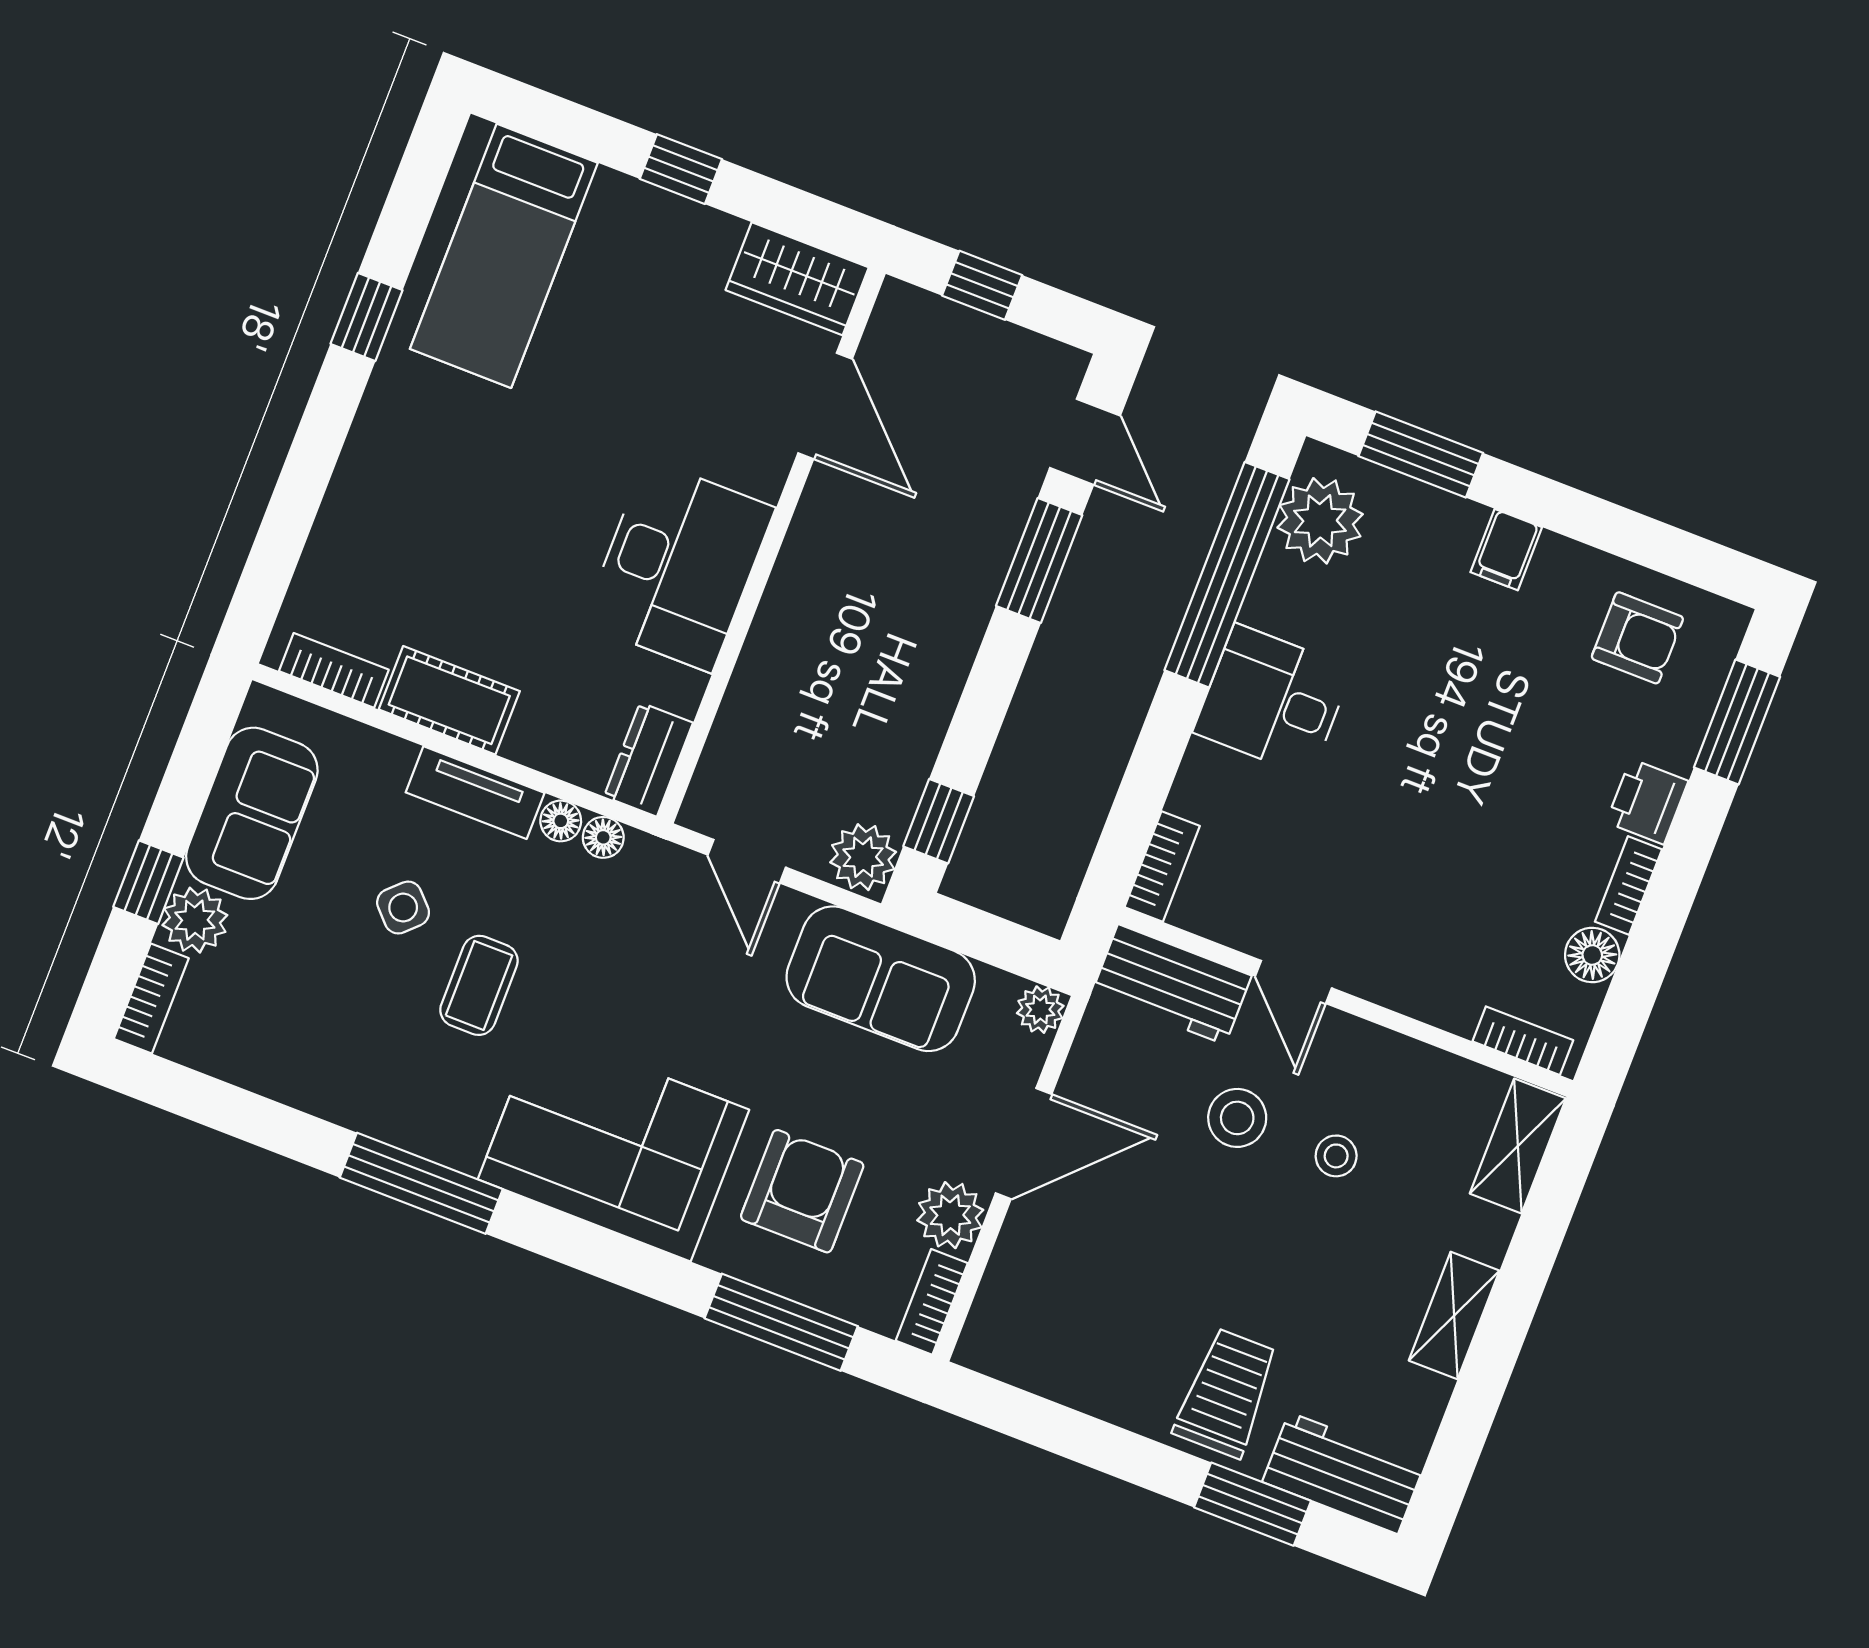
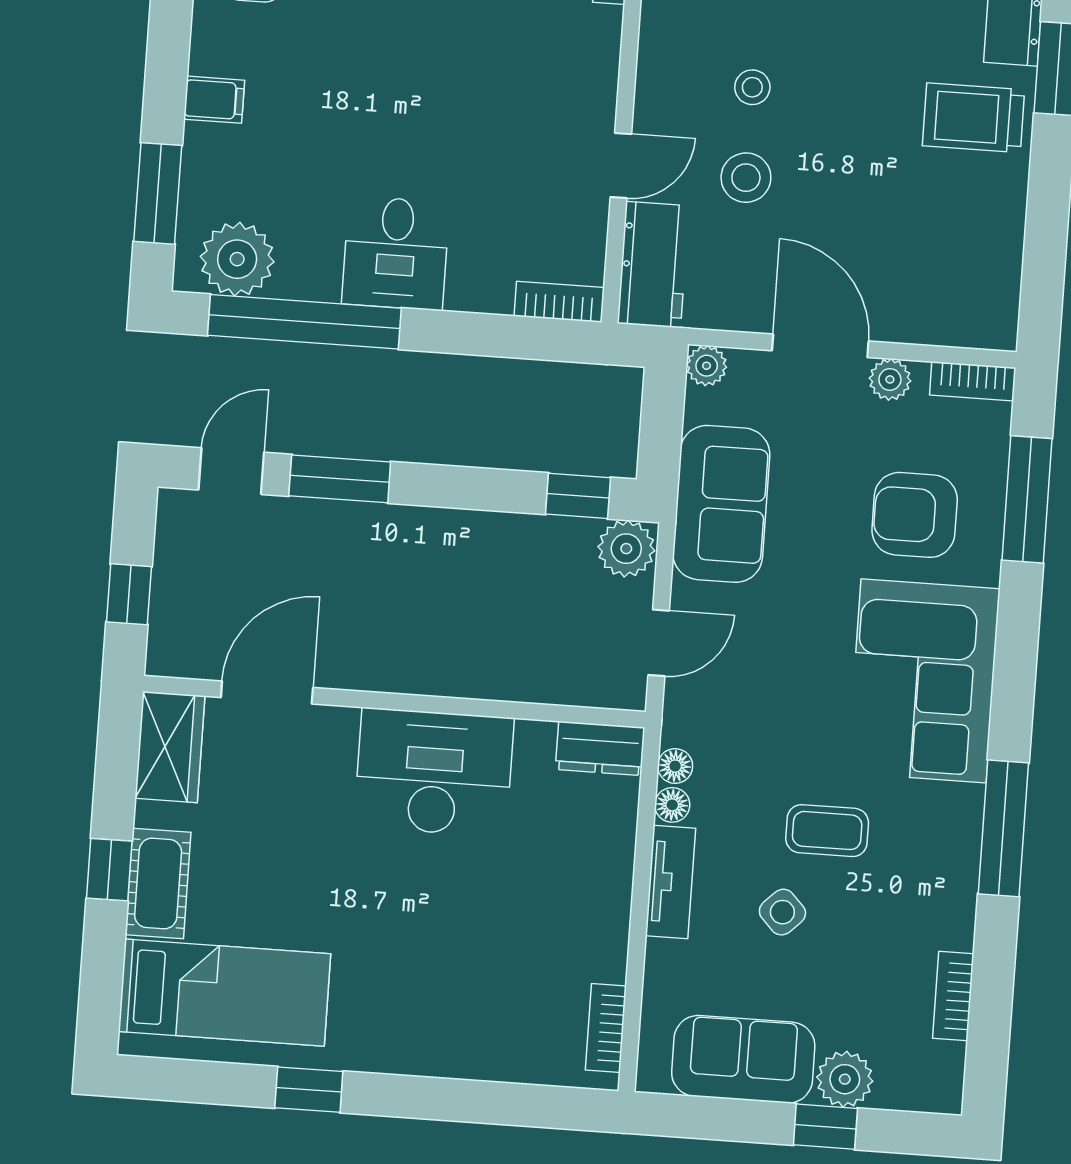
cot: (449, 700) -> (158, 884), moved
bookcase: (151, 999) -> (953, 996), moved, turned -90
plant: (950, 1215) -> (890, 379), width x0.73, depth x0.73

